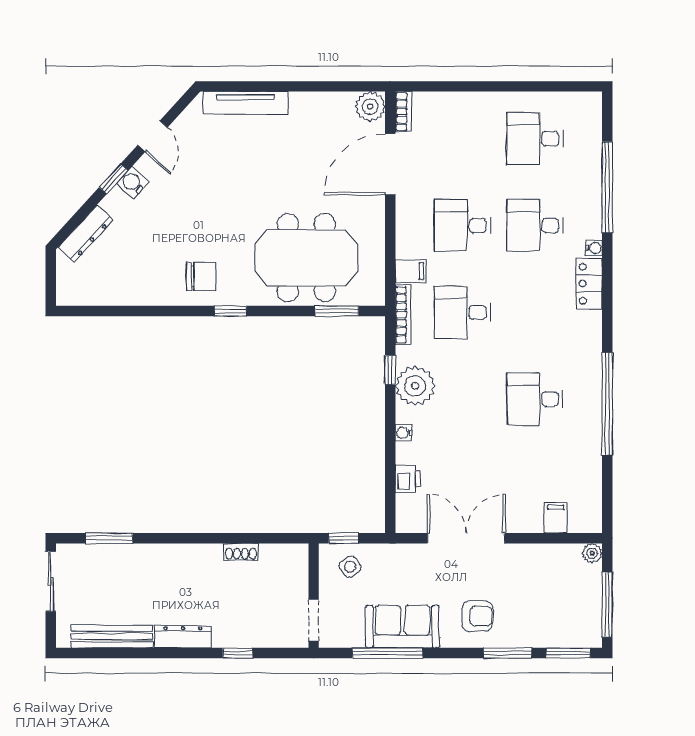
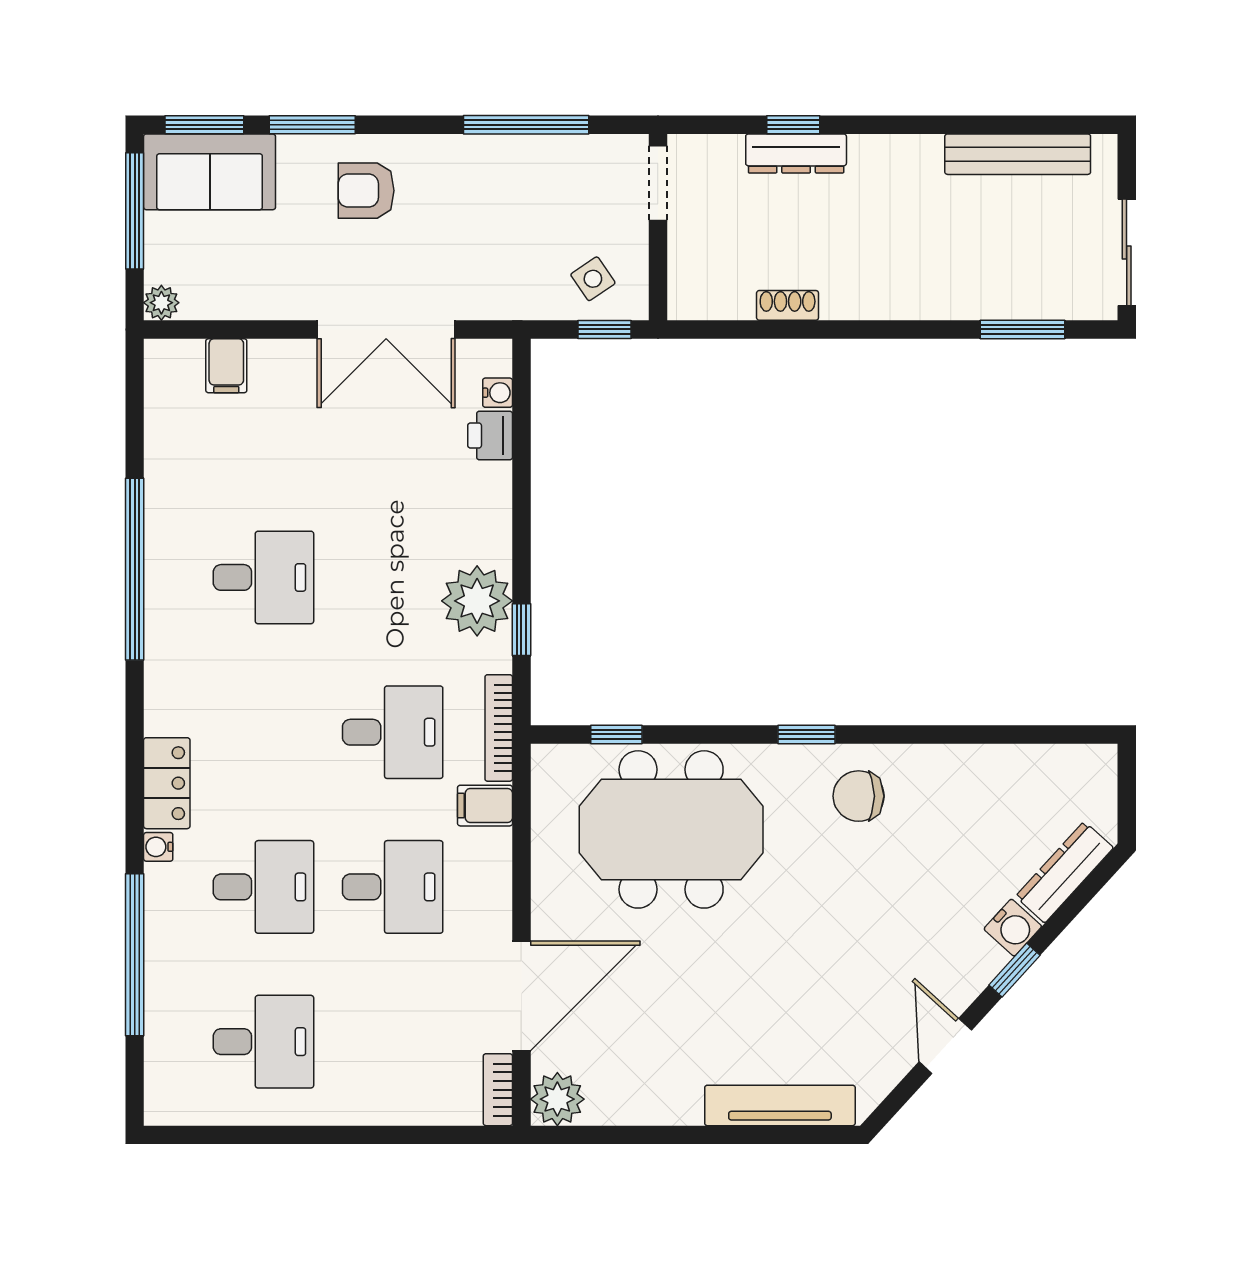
water cooler: (133, 183) -> (1013, 928), moved
window: (337, 311) -> (616, 734), width x0.67
water cooler: (404, 433) -> (498, 393), moved
sofa: (403, 627) -> (210, 172), moved
dresser: (183, 637) -> (796, 153), moved

